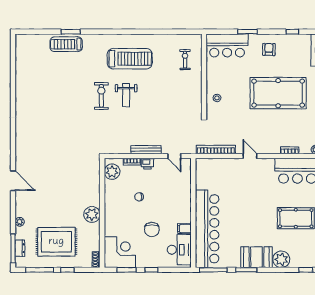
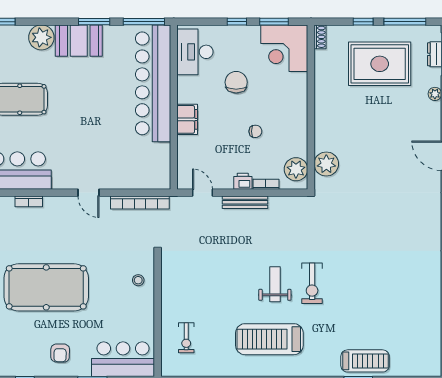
plant: (92, 214) -> (326, 164), moved
filing cabinet: (184, 229) -> (187, 119), moved, width x2.00

